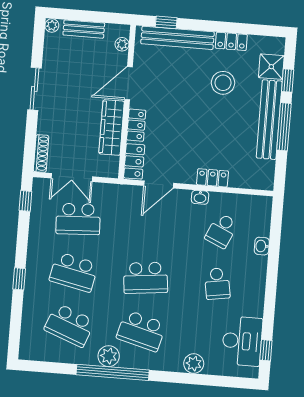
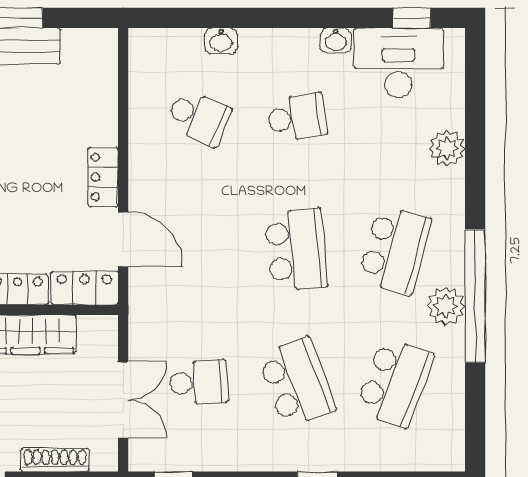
shoe rack: (41, 154) -> (55, 460), moved
locker: (213, 178) -> (103, 177), moved
washbasin: (200, 197) -> (336, 40), moved, turned 90
school desk: (78, 219) -> (199, 382), width x0.54
school desk: (74, 272) -> (297, 382), turned -33

